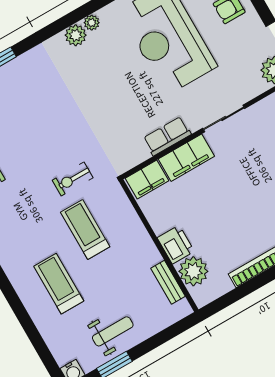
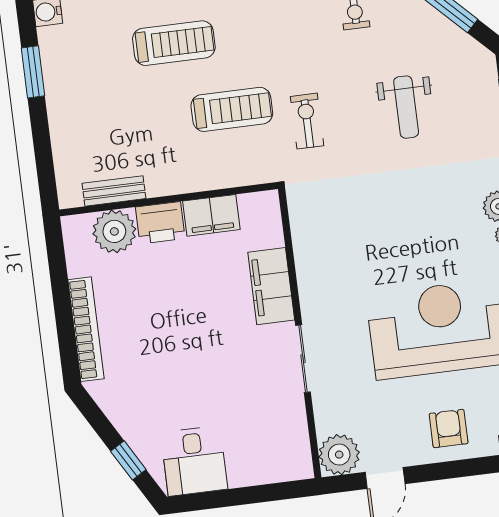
row of seats: (167, 136) -> (311, 272), removed
filing cabinet: (147, 179) -> (211, 215), moved, turned -90
weight bench: (113, 331) -> (406, 107), moved

